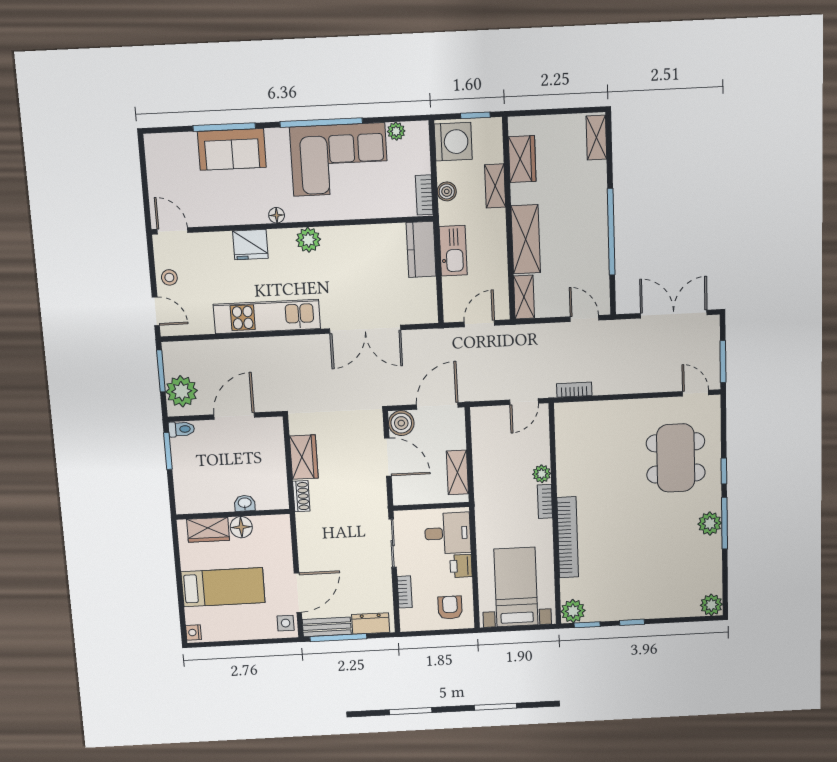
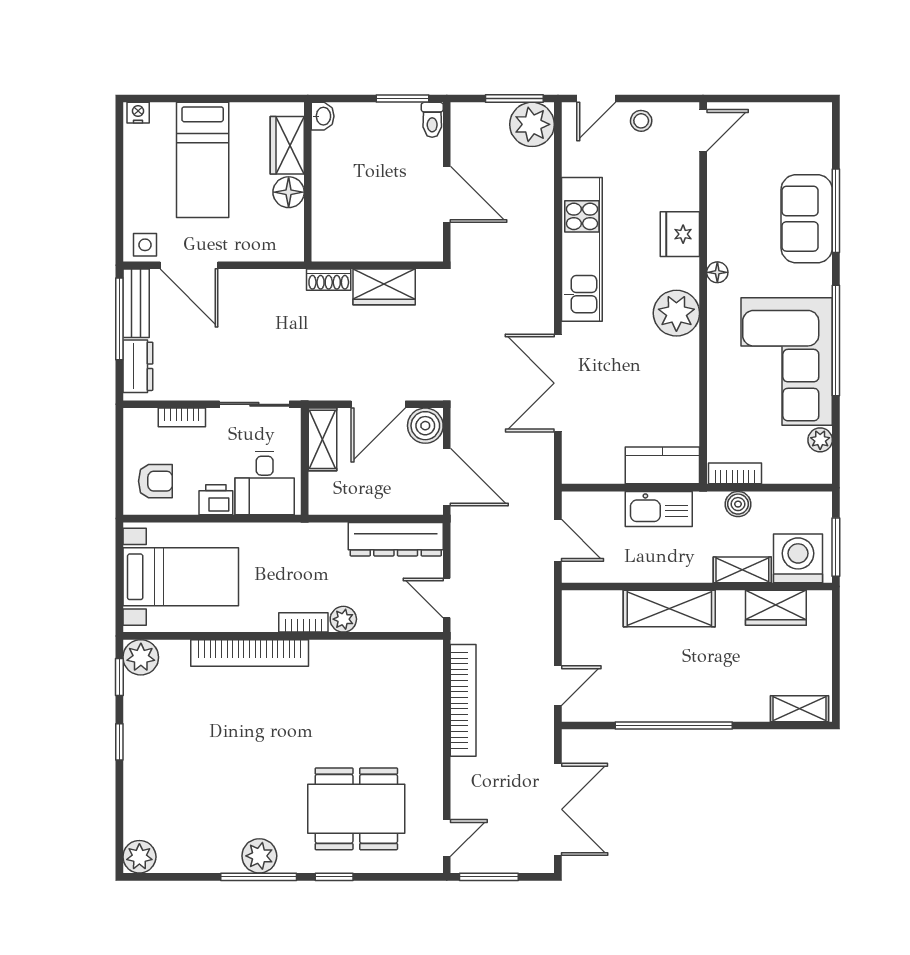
window: (475, 115) -> (836, 547), width x1.50
washing machine: (453, 142) -> (798, 558), moved, turned 180
plant: (308, 240) -> (676, 313), width x1.36, depth x1.36
shelving: (524, 297) -> (591, 603), removed
bookcase: (574, 390) -> (463, 700), width x2.31, depth x1.31
plant: (182, 391) -> (532, 124), moved
dresser: (483, 440) -> (396, 539), added
shelving: (457, 472) -> (323, 439), moved, turned 90
washbasin: (245, 503) -> (323, 116), moved

